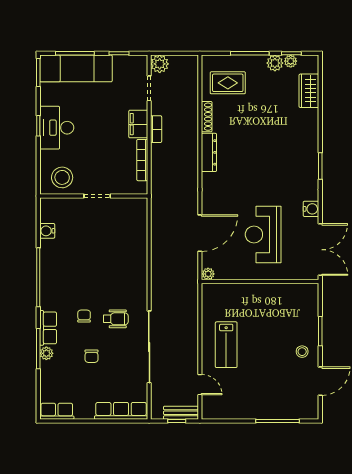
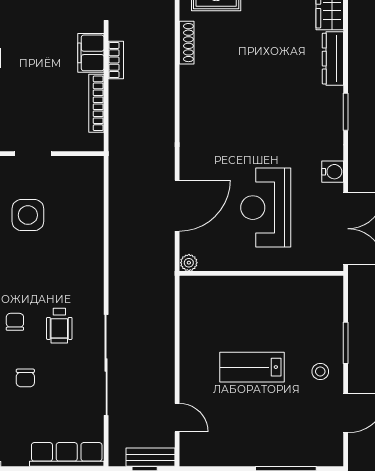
dresser: (209, 152) -> (333, 59), moved, turned 180
side table: (93, 240) -> (28, 215), added
wheelchair: (116, 319) -> (59, 326), turned 90
lab bench: (226, 345) -> (252, 367), moved, turned 90

